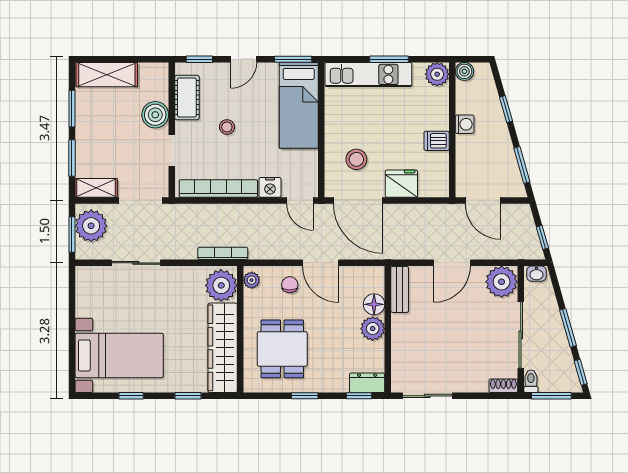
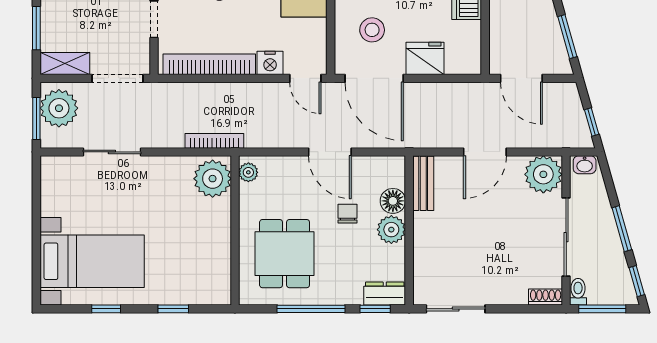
chair: (290, 285) -> (347, 214), moved
wardrobe: (223, 348) -> (214, 252), removed
window: (305, 396) -> (311, 309), width x2.17

